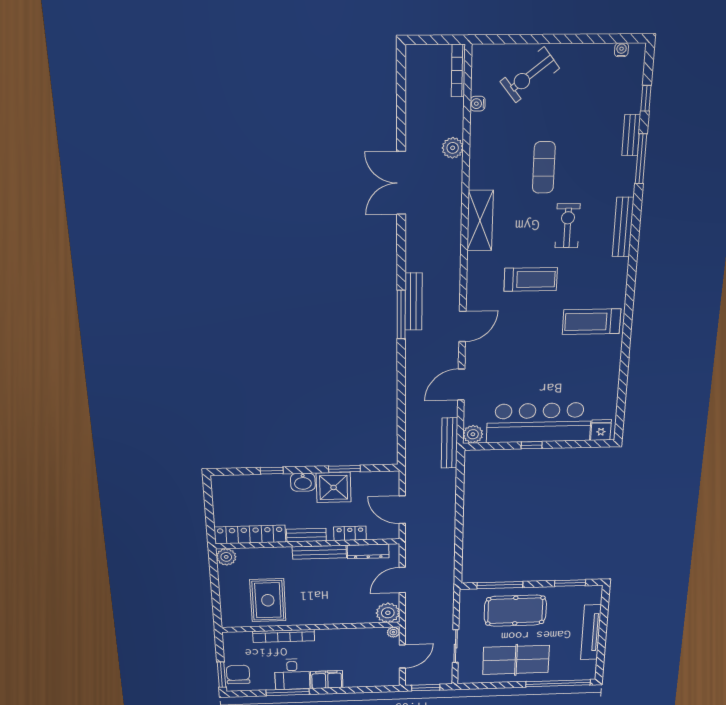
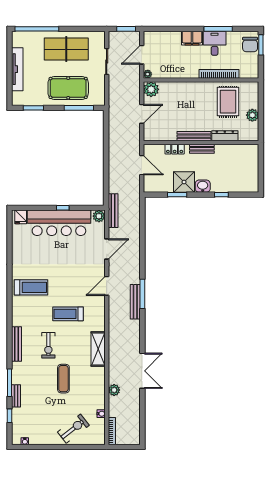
locker: (250, 534) -> (237, 150), removed
dresser: (368, 551) -> (225, 136), moved
plant: (226, 557) -> (252, 115), moved

